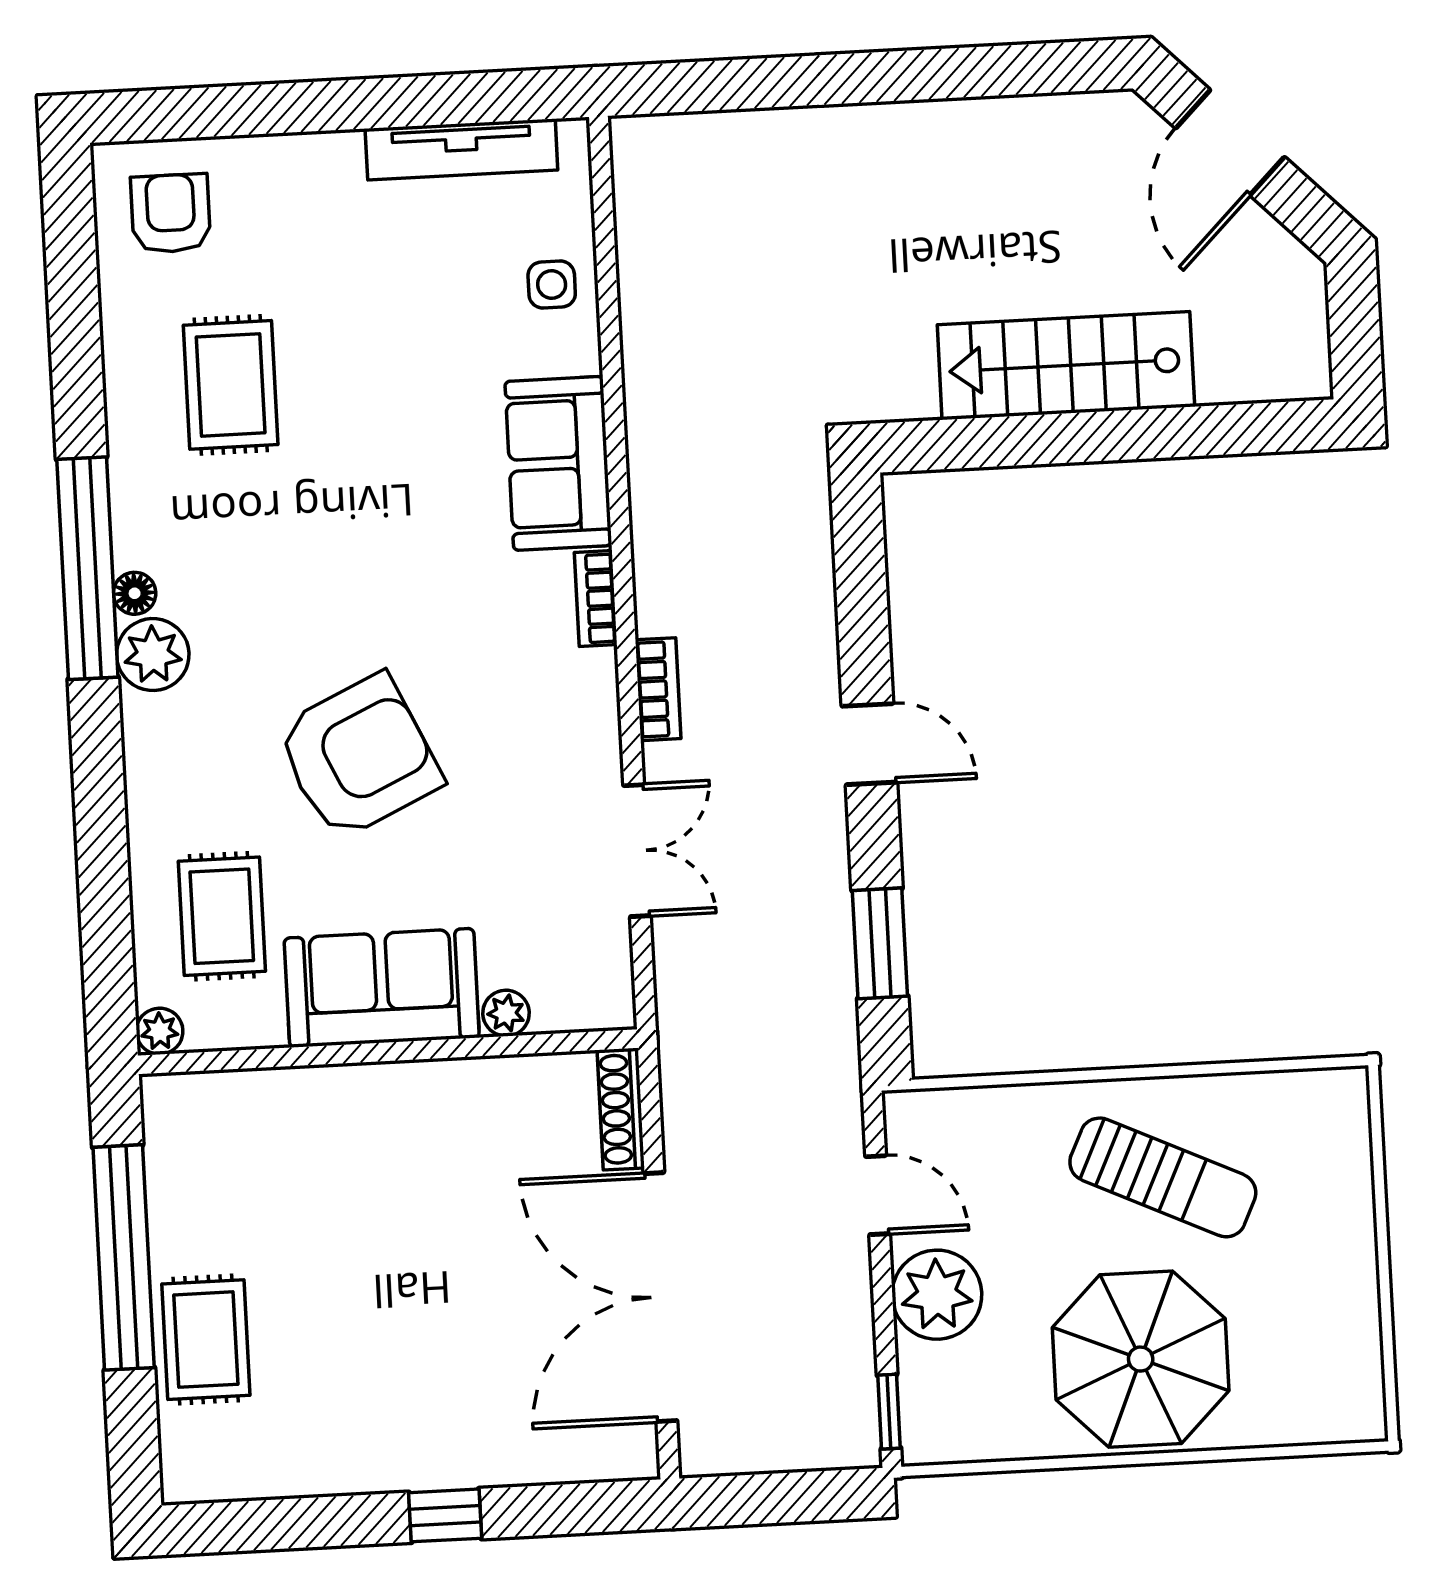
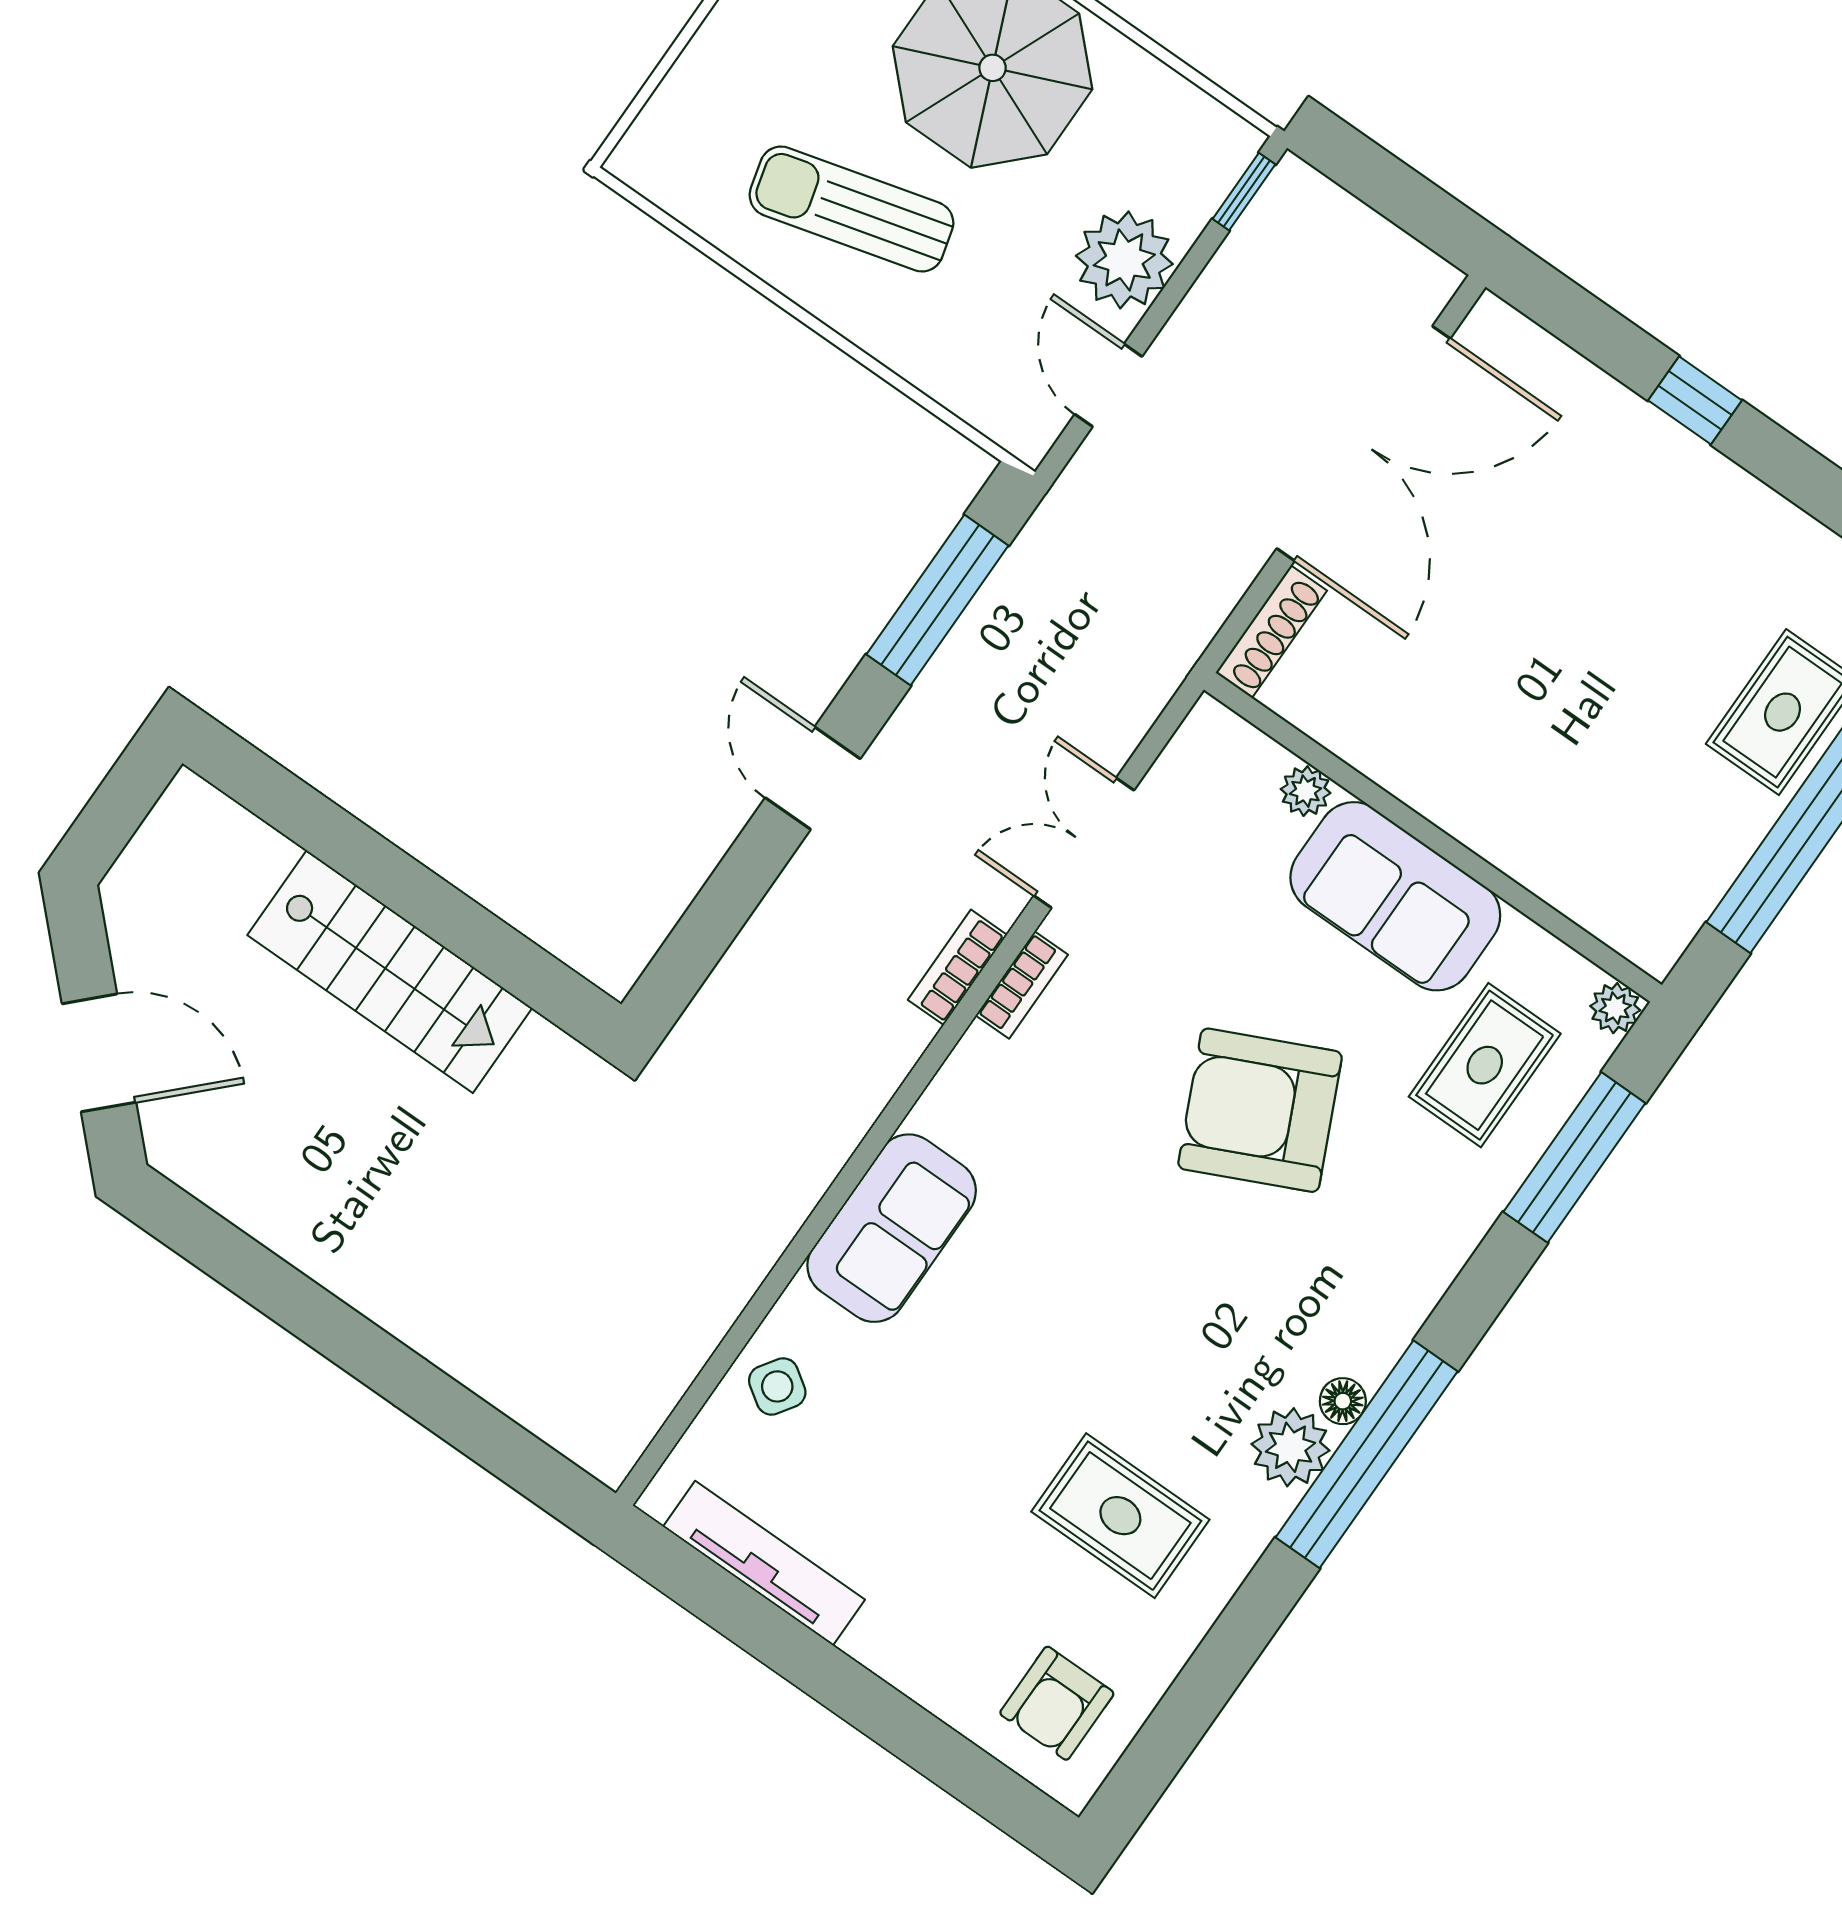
door: (1230, 143) -> (99, 1053), hinge flipped
side table: (552, 285) -> (777, 1386), turned 34
rug: (231, 385) -> (1120, 1516), turned 90
bookcase: (596, 599) -> (1022, 985), moved
plant: (153, 655) -> (1291, 1447), moved
window: (105, 900) -> (1574, 1157), added
window: (880, 943) -> (937, 600), width x1.44
sun lounger: (1163, 1177) -> (851, 209), turned -40

